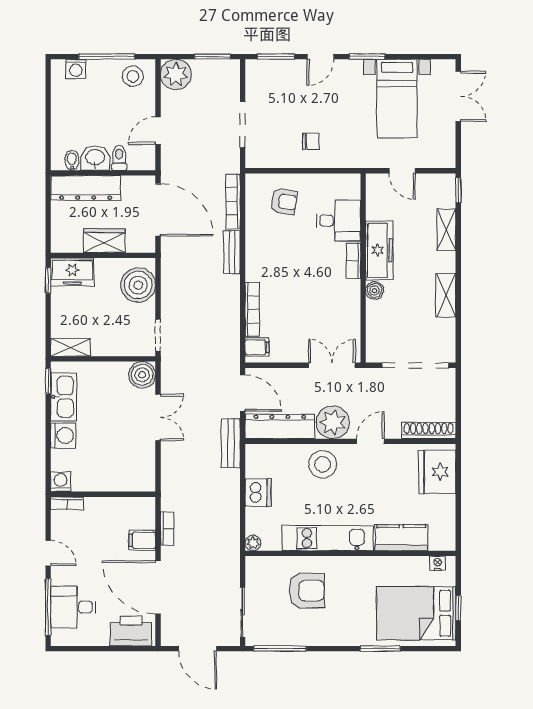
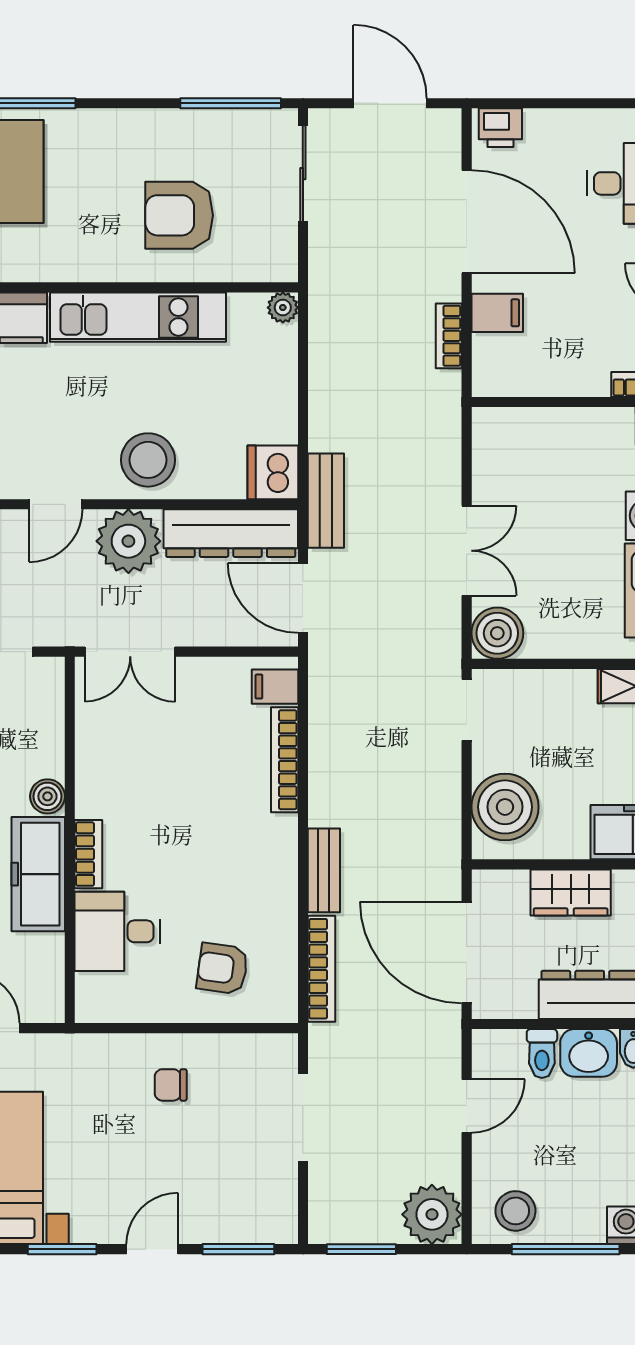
double door: (158, 417) -> (467, 551), swing flipped
dishwasher: (258, 493) -> (273, 472), moved
printer: (131, 631) -> (500, 128), width x0.53, depth x0.68

